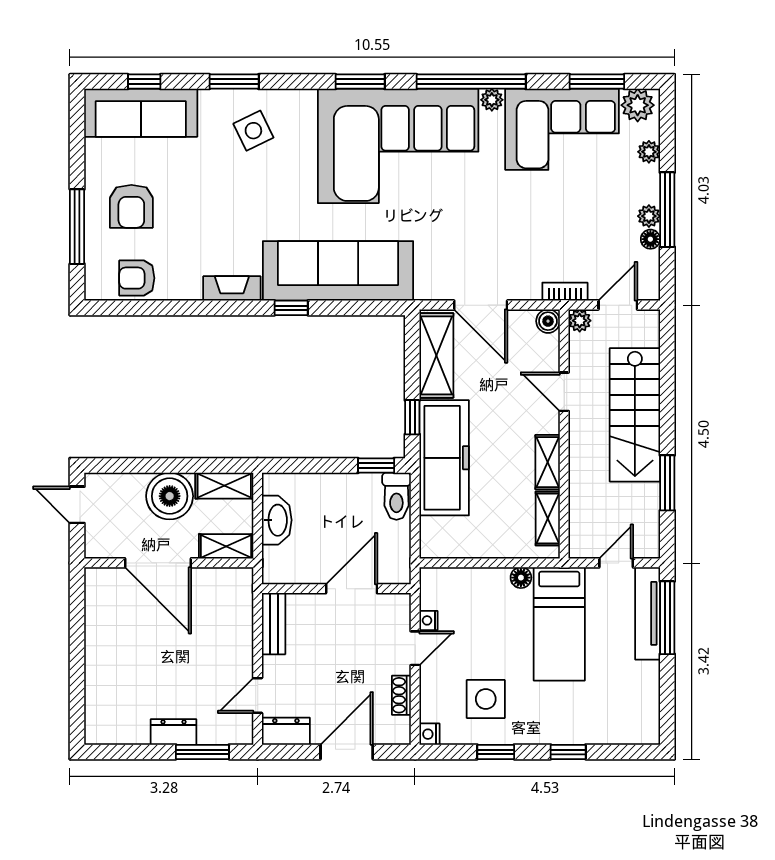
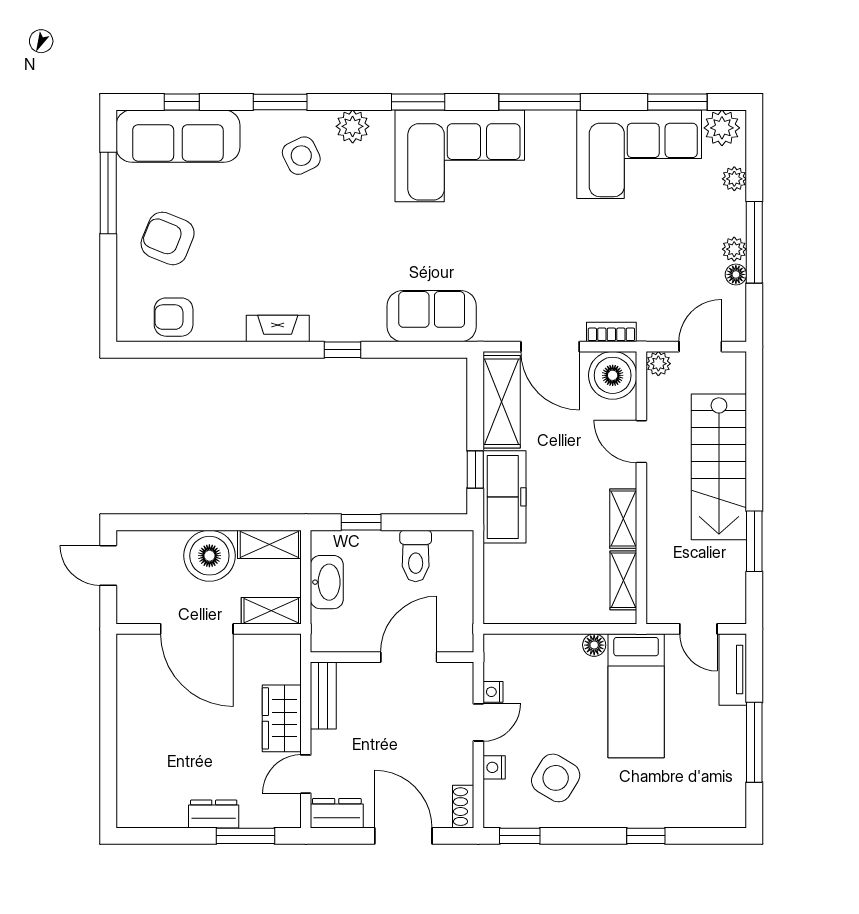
window: (471, 82) -> (540, 102), width x0.68
plant: (492, 100) -> (353, 126), moved, width x1.38, depth x1.38
corner sofa: (398, 146) -> (460, 156), width x0.73, depth x0.74
armchair: (131, 206) -> (168, 238), turned 112
window: (77, 227) -> (108, 193), moved
sofa: (338, 271) -> (432, 316), width x0.54, depth x0.79
bookcase: (565, 292) -> (611, 332), moved
boiler: (548, 321) -> (613, 375), width x1.86, depth x1.86
freezer: (444, 458) -> (504, 497), width x0.73, depth x0.79
window: (376, 465) -> (361, 522), moved
toilet: (396, 496) -> (416, 556), moved
door: (616, 563) -> (698, 629), swing flipped
tv unit: (648, 613) -> (733, 669), width x0.71
window: (667, 618) -> (754, 742), moved
wardrobe: (236, 645) -> (282, 718), added
shoe rack: (401, 695) -> (463, 807), moved
side table: (486, 699) -> (556, 778), turned 31
nightstand: (430, 734) -> (494, 767), moved
door: (347, 752) -> (403, 836), hinge flipped
window: (496, 752) -> (520, 836), moved

